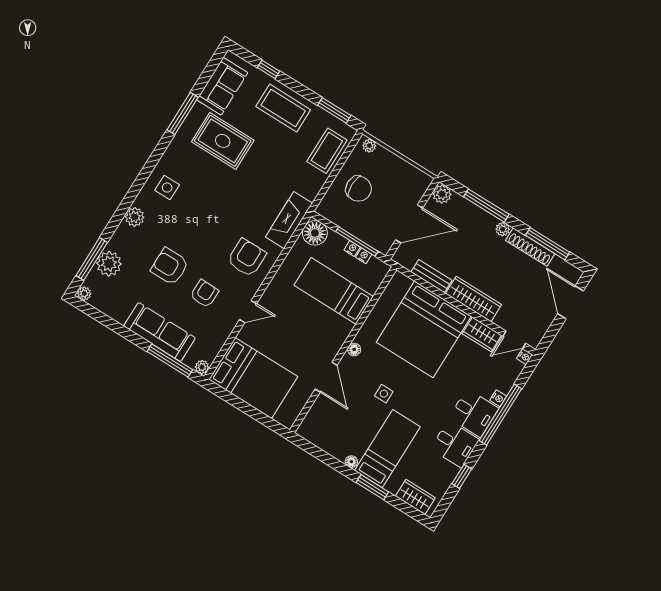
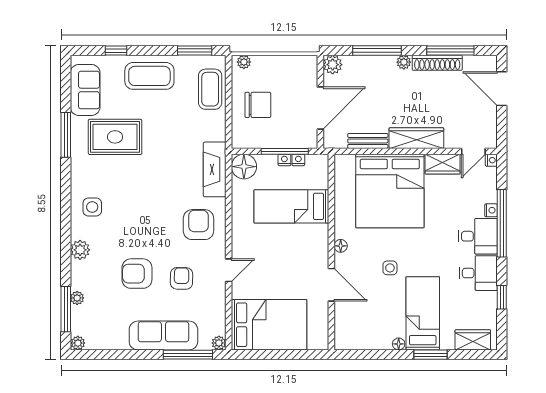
plant: (109, 264) -> (77, 298), width x0.53, depth x0.53

